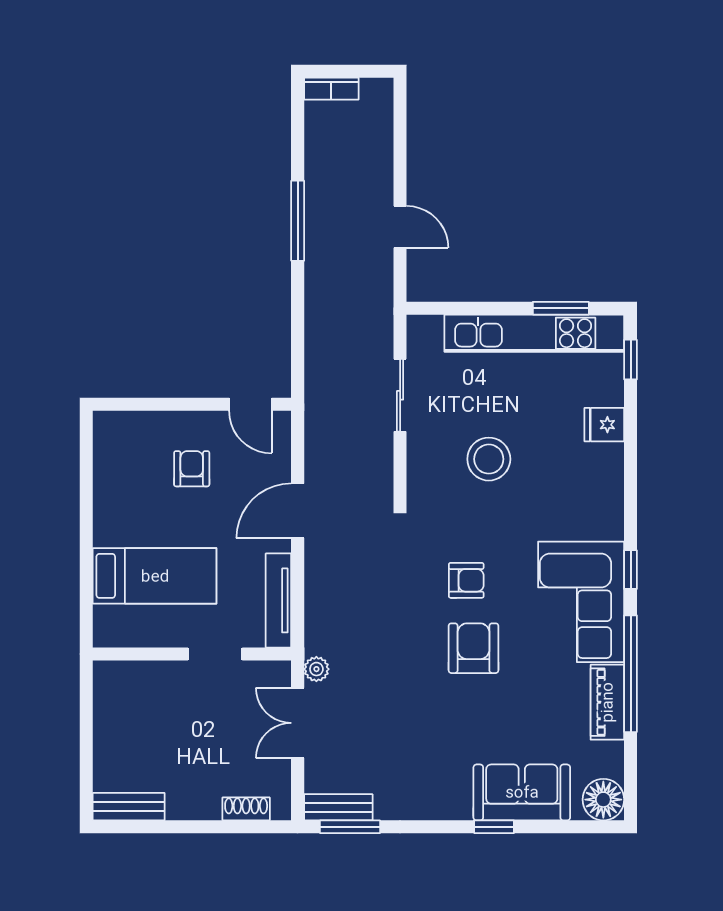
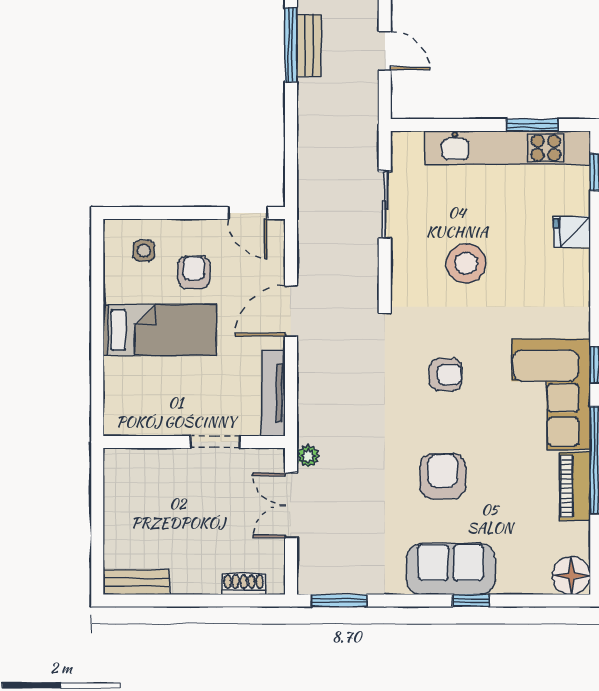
side table: (137, 445) -> (144, 251), added
bed: (155, 576) -> (160, 330), moved
armchair: (473, 648) -> (443, 476), moved
sofa: (522, 792) -> (451, 569), moved
bench: (338, 807) -> (309, 45), moved, turned 90

